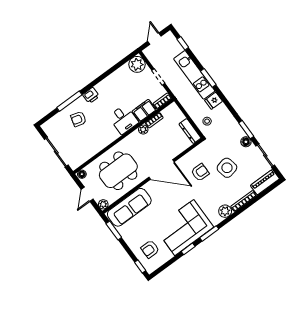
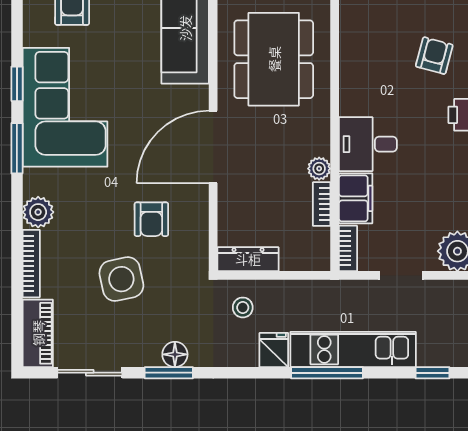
window: (208, 78) -> (327, 373), width x1.44
floor lamp: (246, 142) -> (175, 354), moved

